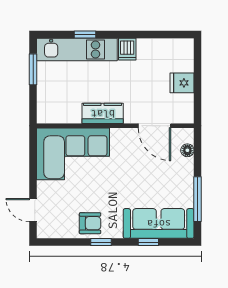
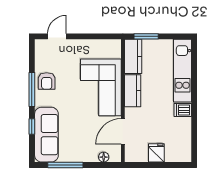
window: (85, 35) -> (194, 77), removed
window: (33, 69) -> (146, 36), moved
kitchen counter: (59, 113) -> (133, 56), added
corner sofa: (73, 154) -> (101, 87), moved
window: (101, 242) -> (32, 90), width x2.17

